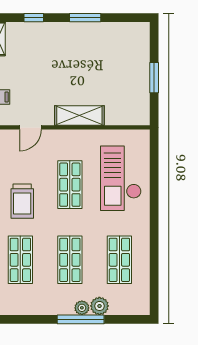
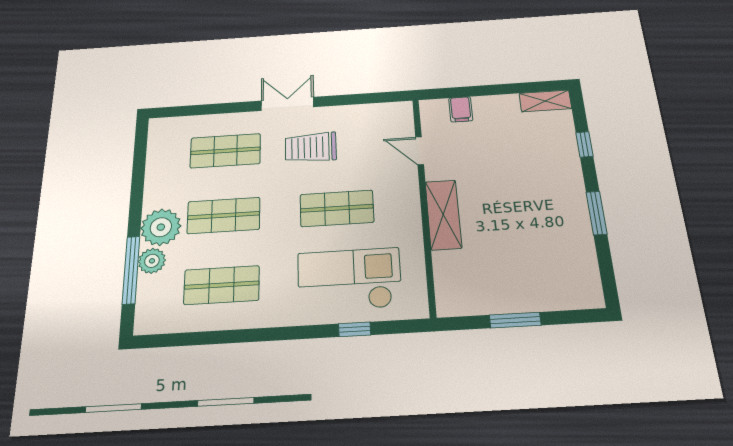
window: (154, 176) -> (355, 329), added
plant: (82, 308) -> (161, 227), width x1.87, depth x1.87
window: (81, 319) -> (131, 270), moved

